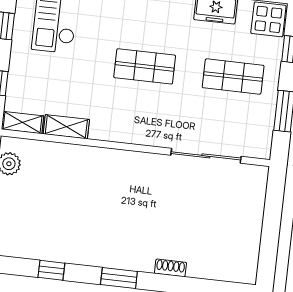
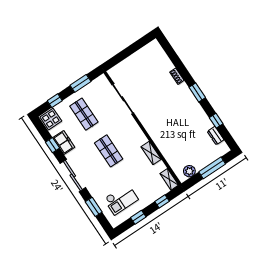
shelving: (66, 127) -> (151, 153), moved
dresser: (29, 250) -> (216, 136), added

